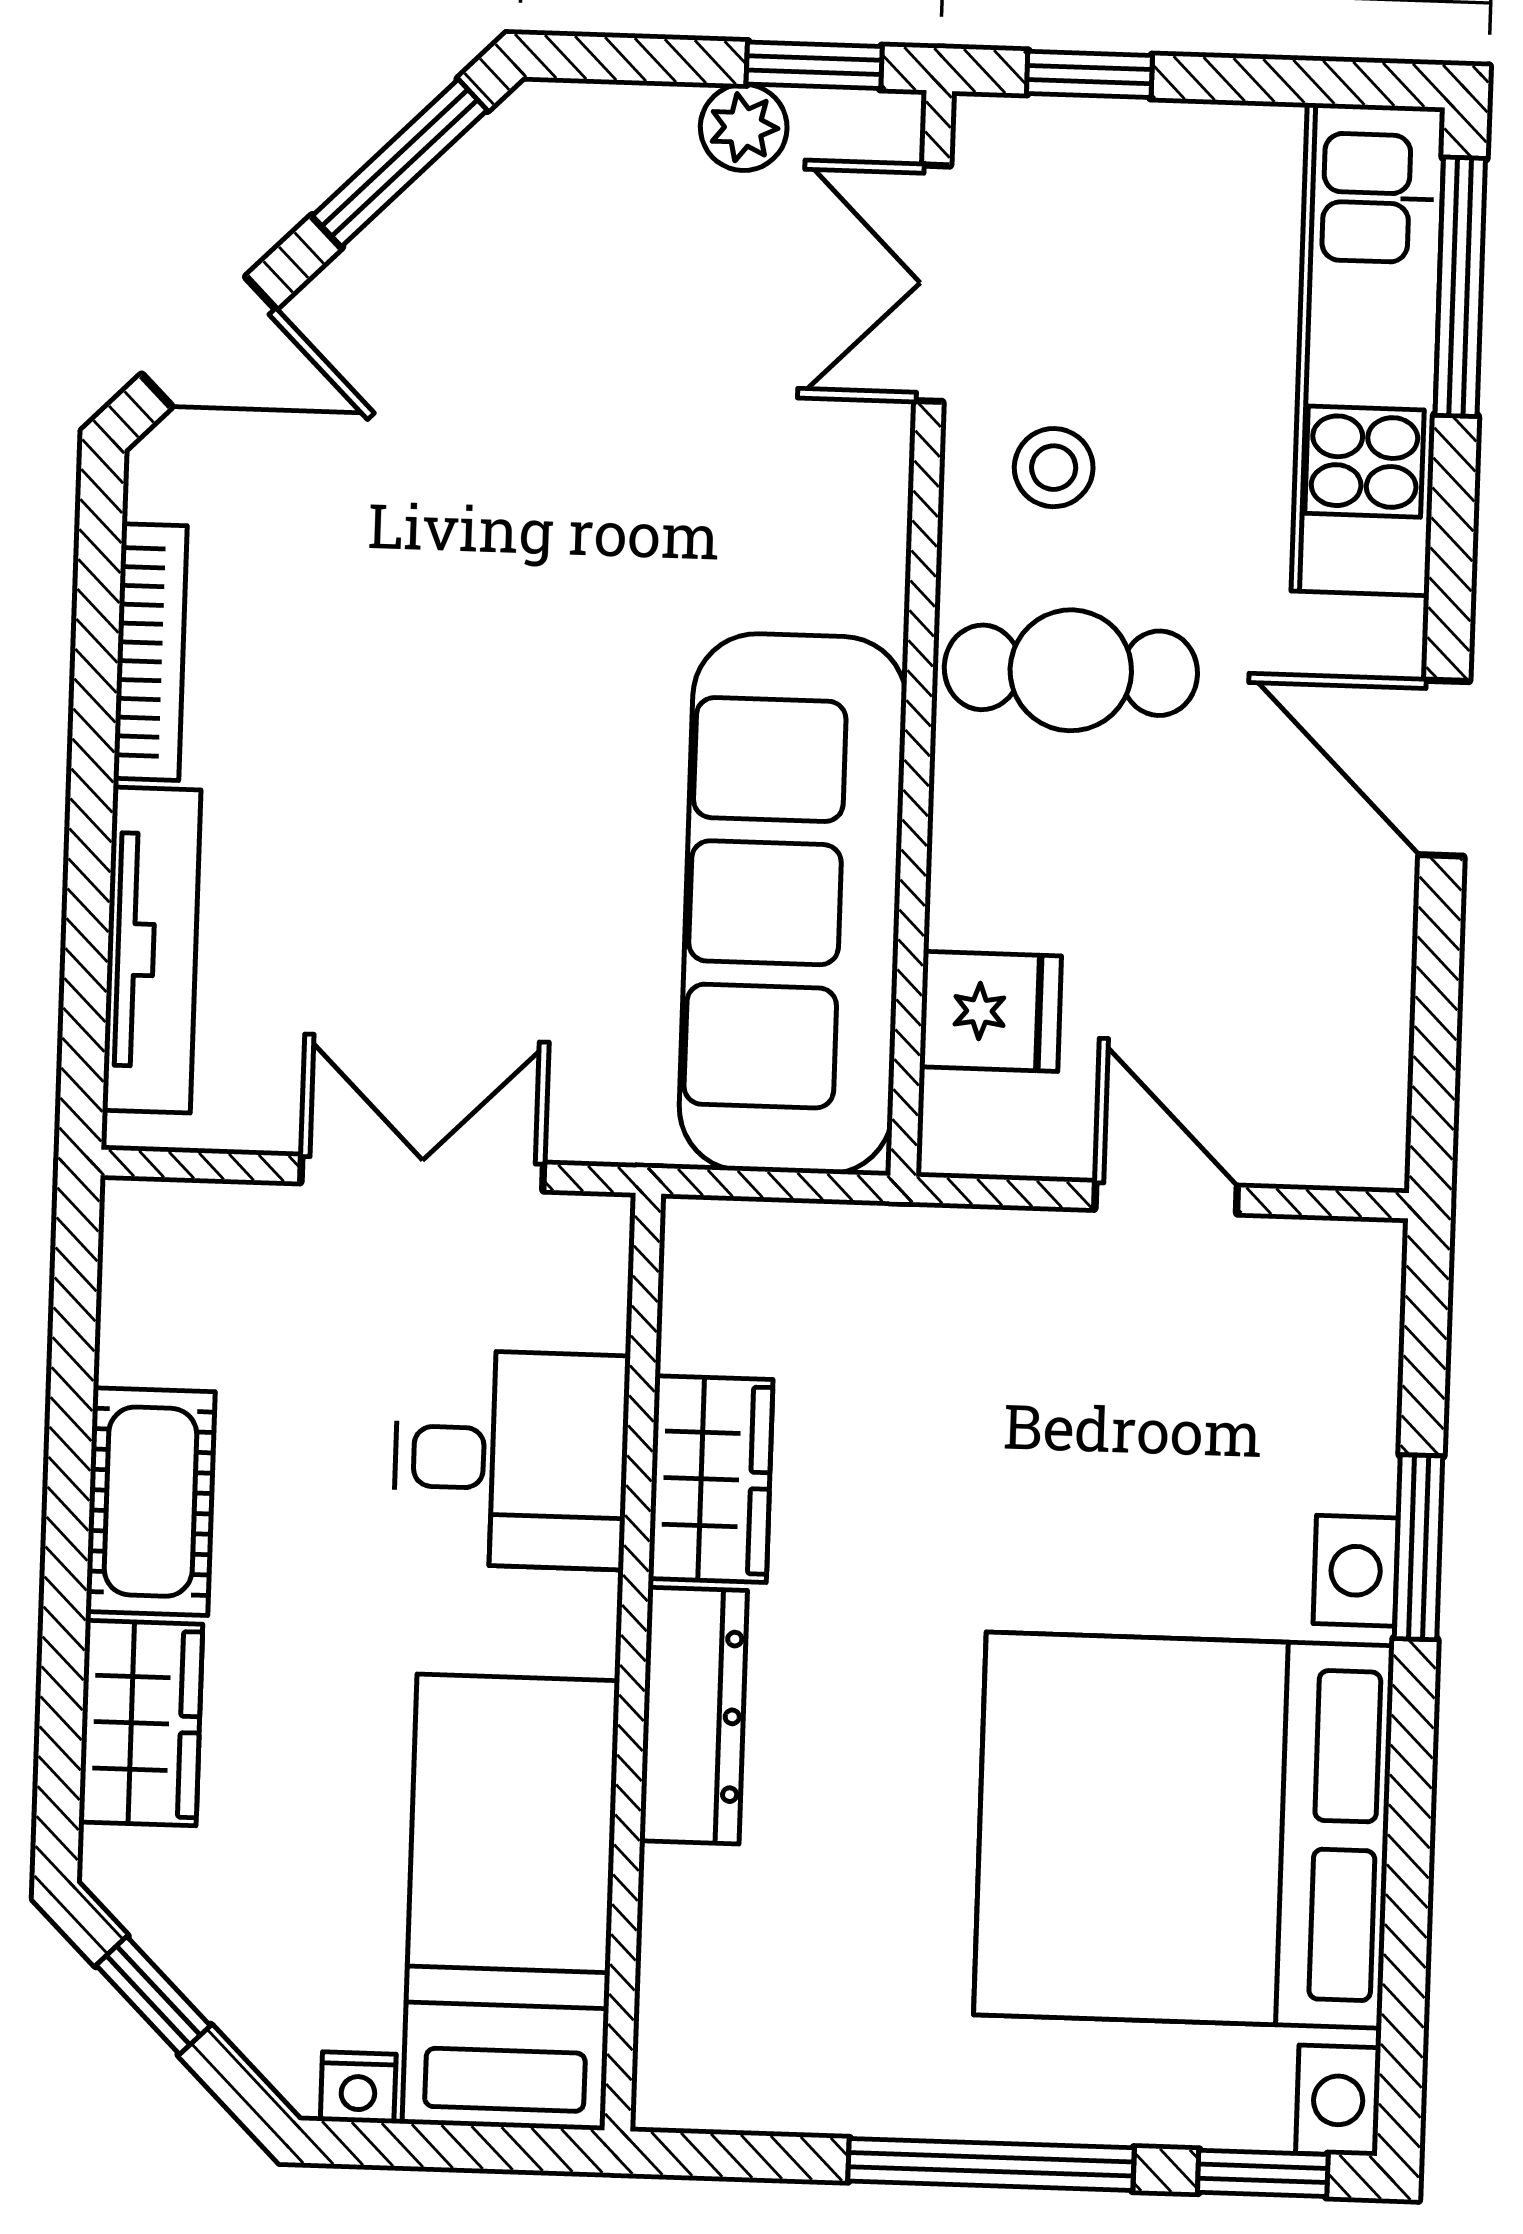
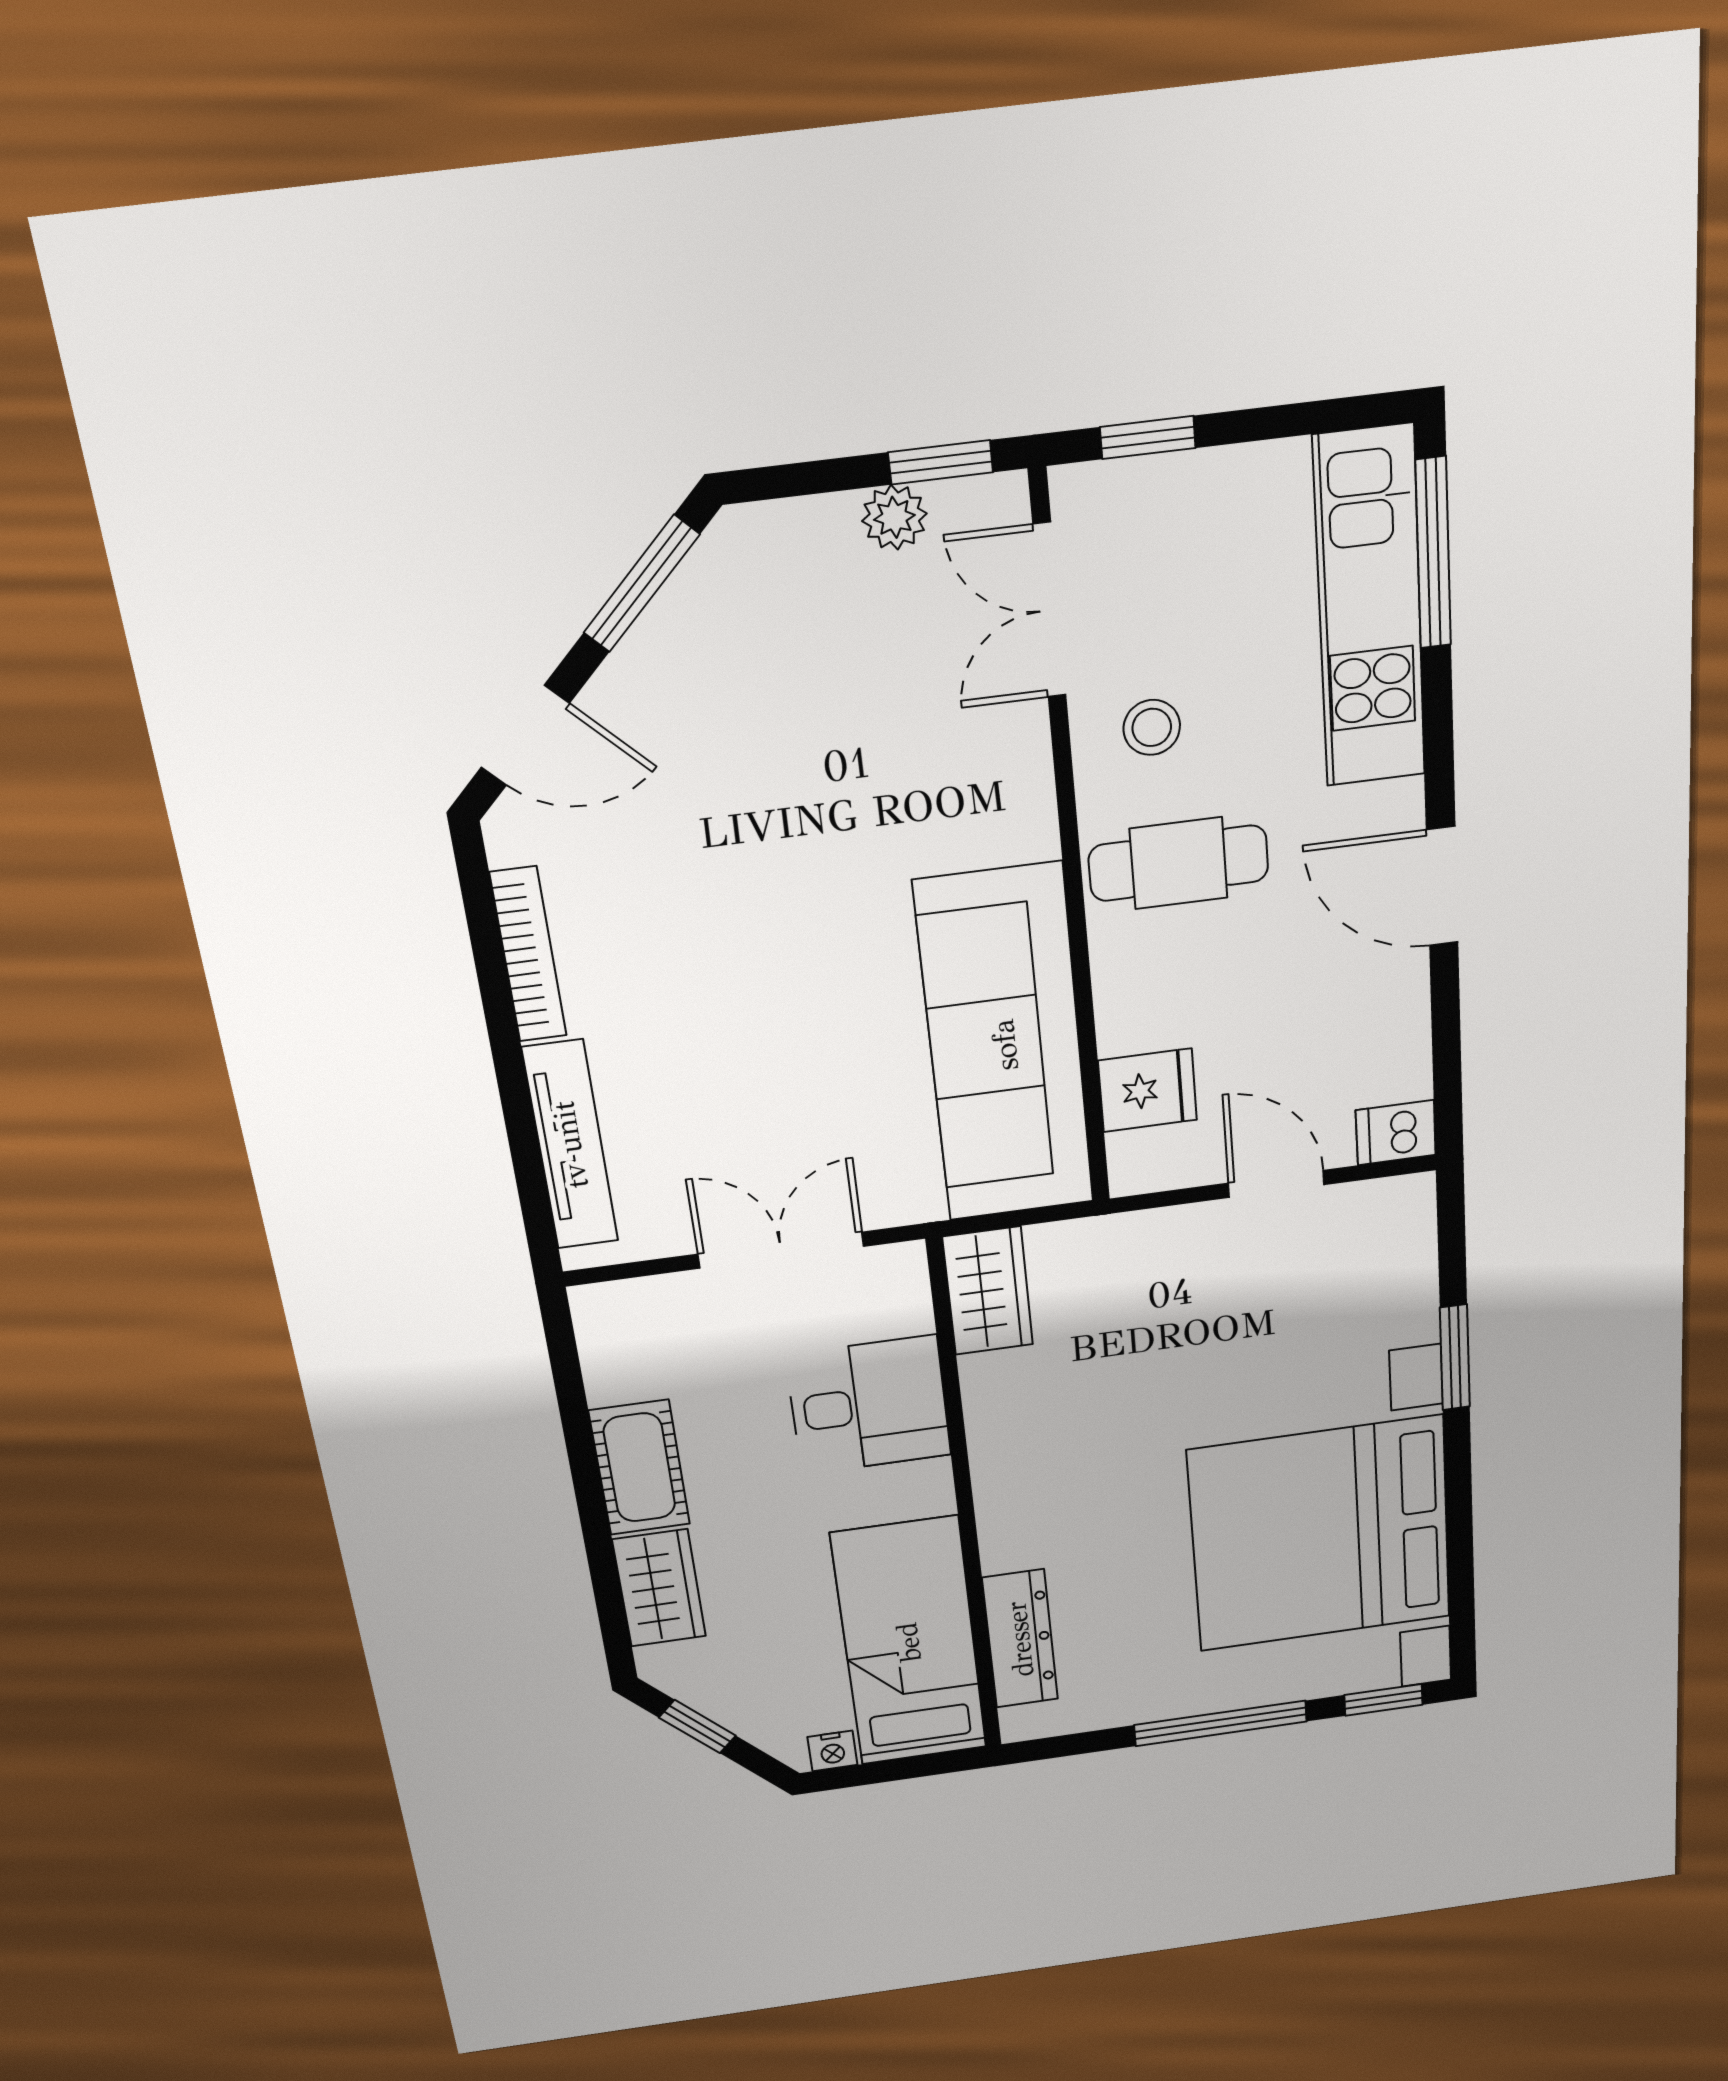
dishwasher: (1352, 1146) -> (1396, 1133), added
wardrobe: (711, 1479) -> (988, 1291), moved
dresser: (693, 1716) -> (1020, 1639), moved

